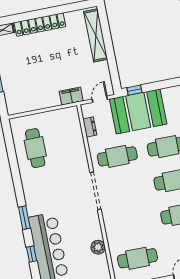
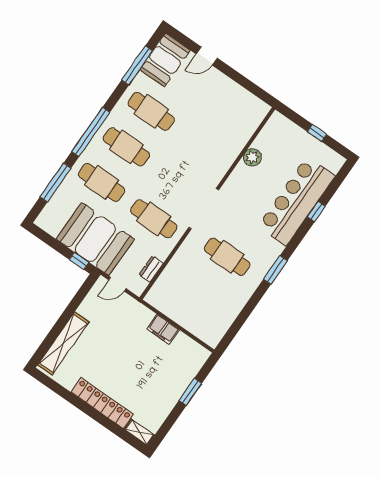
filing cabinet: (71, 96) -> (163, 329), moved
cafe table: (35, 148) -> (227, 257), moved, turned 90
window: (24, 218) -> (275, 270), moved
cafe table: (137, 258) -> (228, 112), removed

